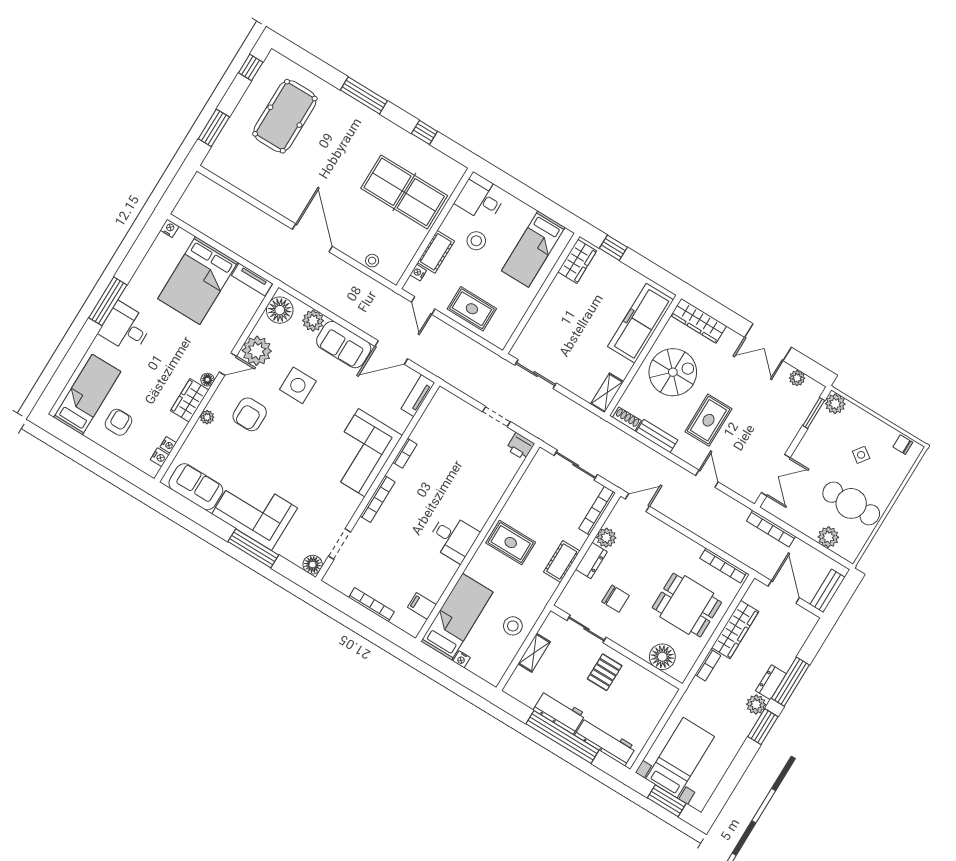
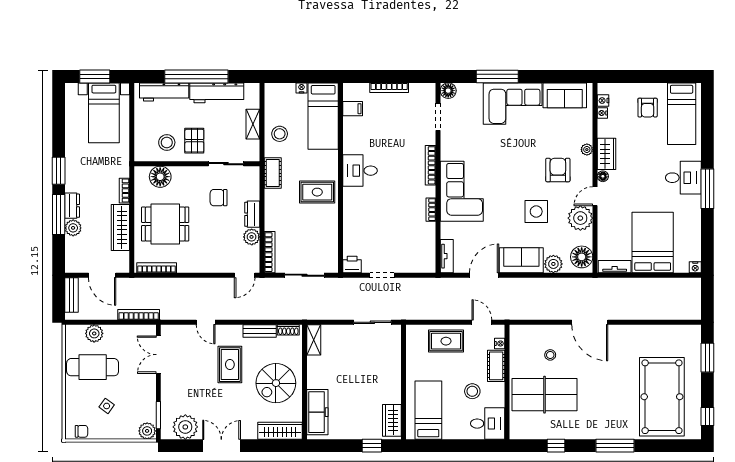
pool table: (285, 116) -> (662, 397), width x1.36, depth x1.32
stool: (372, 261) -> (550, 355), moved
freezer: (641, 323) -> (317, 412), width x0.73, depth x0.79
plant: (797, 378) -> (185, 427), width x1.88, depth x1.88
cot: (562, 562) -> (273, 173), moved
stool: (634, 688) -> (167, 142), added
plant: (756, 704) -> (73, 228), moved
workbench: (559, 712) -> (217, 93), width x1.38

